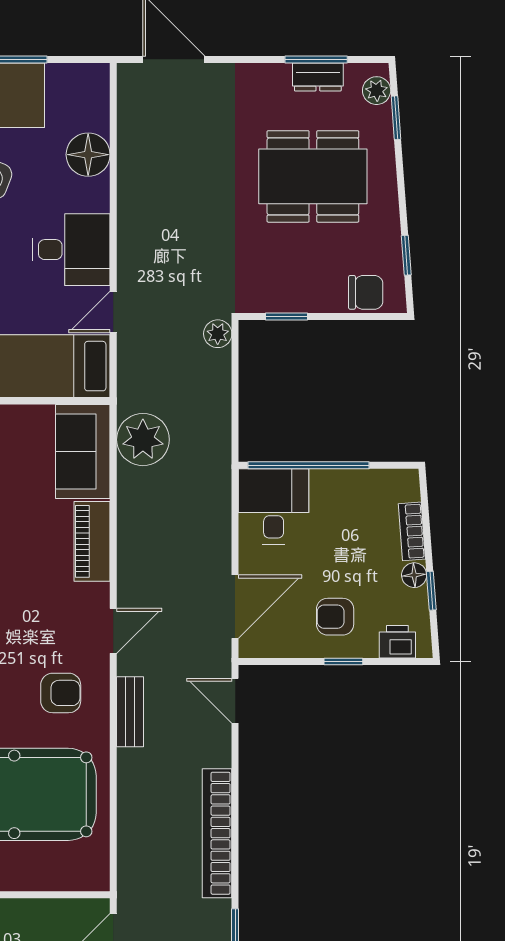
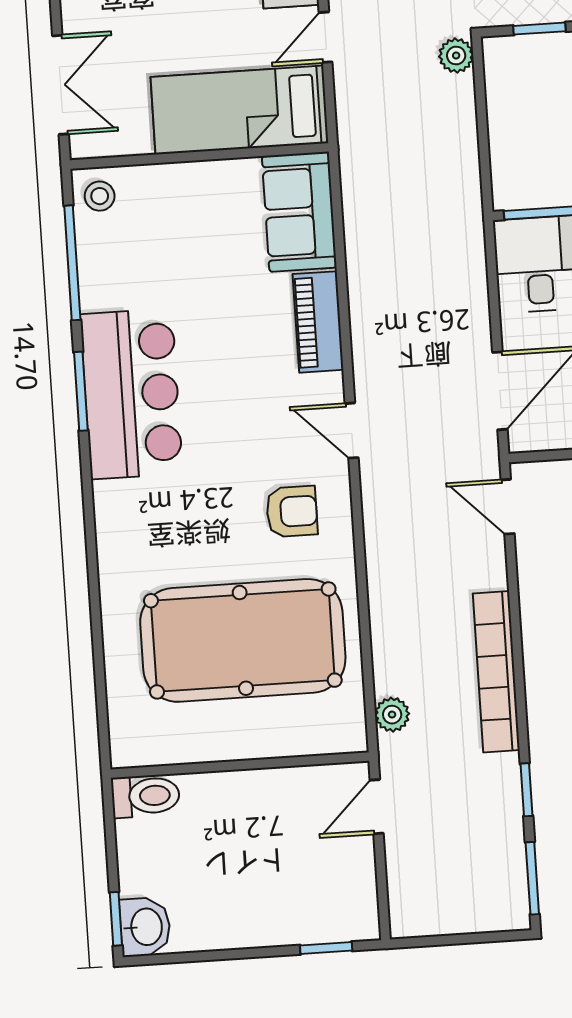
plant: (143, 440) -> (392, 715), moved, width x0.53, depth x0.53
door: (113, 631) -> (352, 431), swing flipped
bench: (130, 712) -> (379, 529), removed

